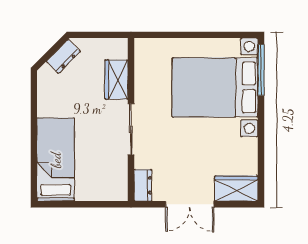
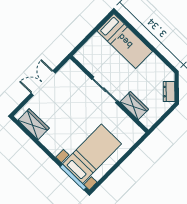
bed with nightstands: (215, 87) -> (92, 154), width x0.73
dresser: (143, 185) -> (73, 70), removed
wardrobe: (236, 189) -> (34, 124), moved, turned -90

